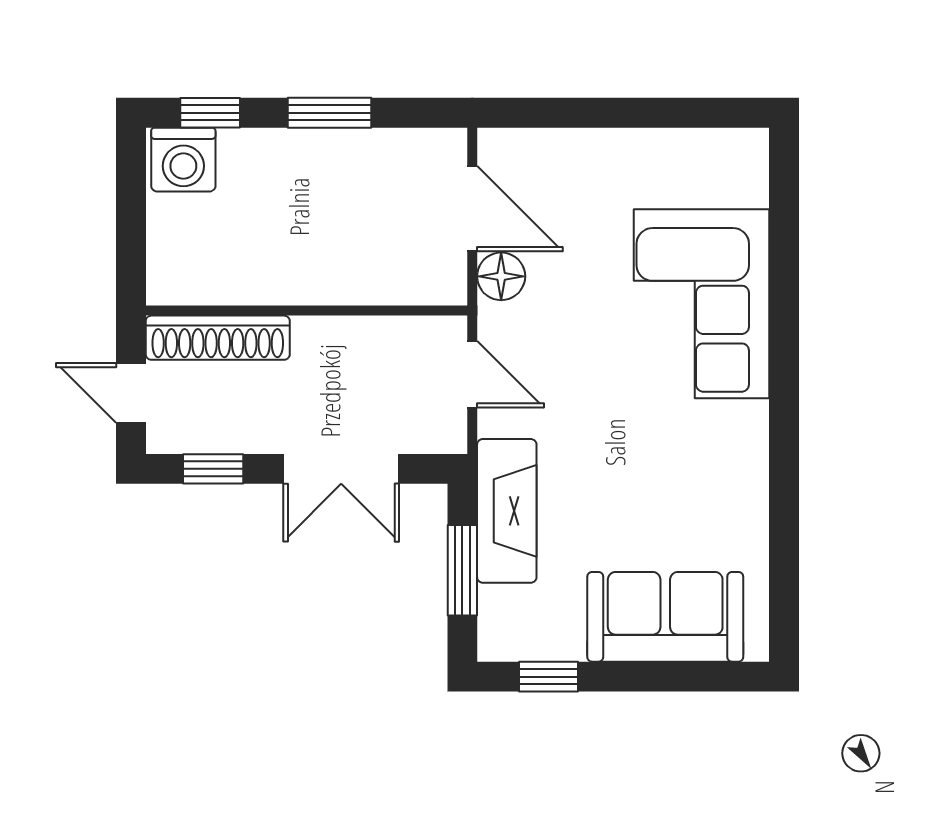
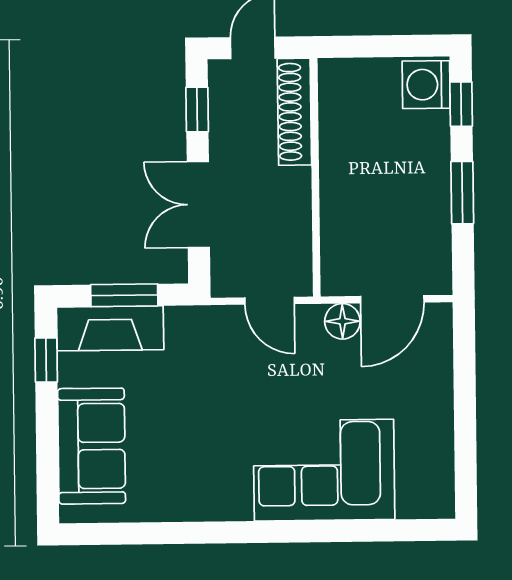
door: (472, 374) -> (270, 301), hinge flipped
fireplace: (507, 511) -> (110, 328), moved

